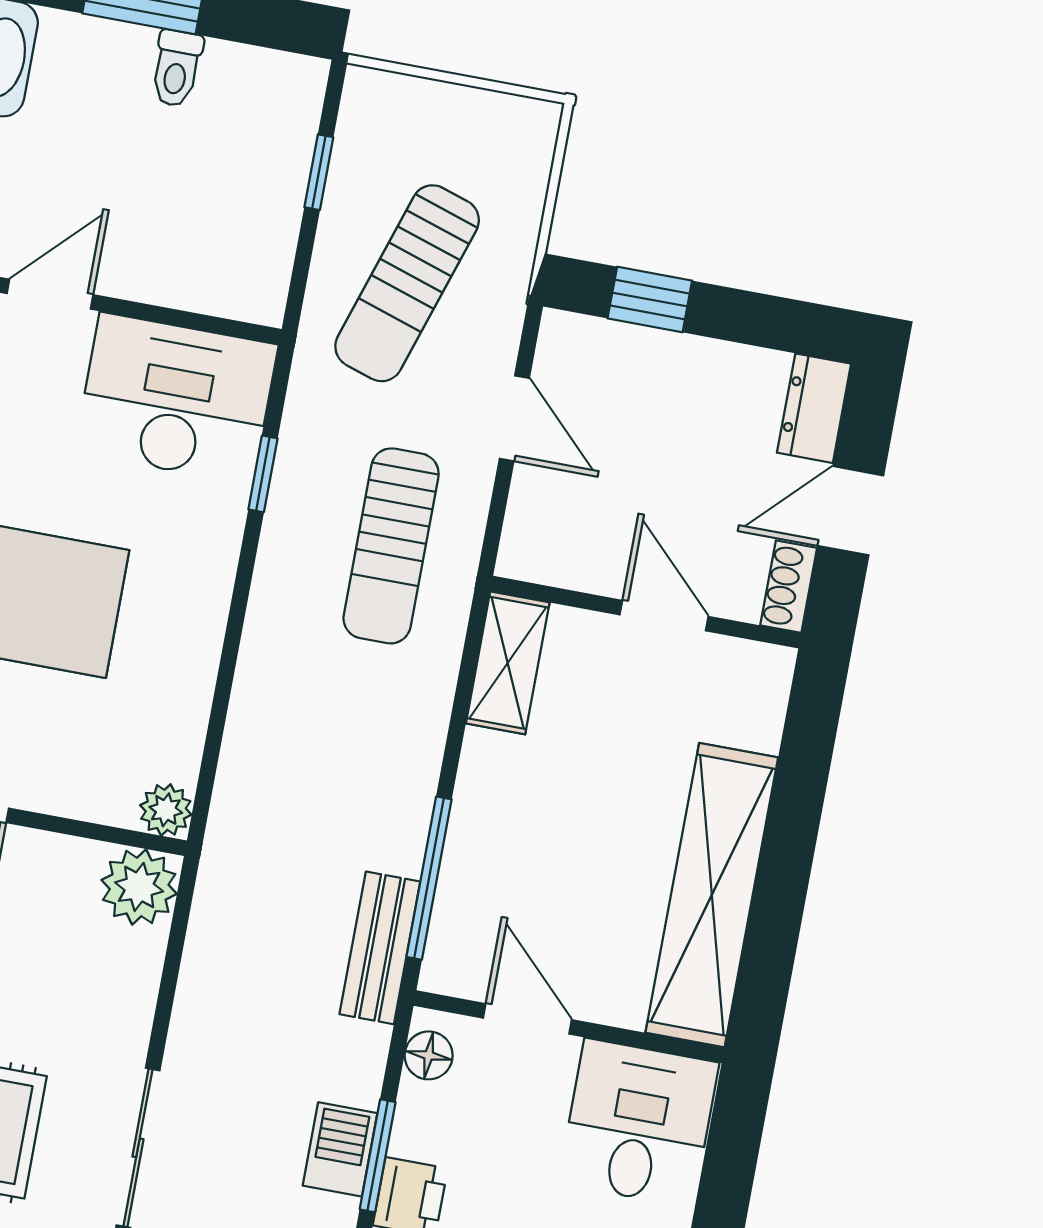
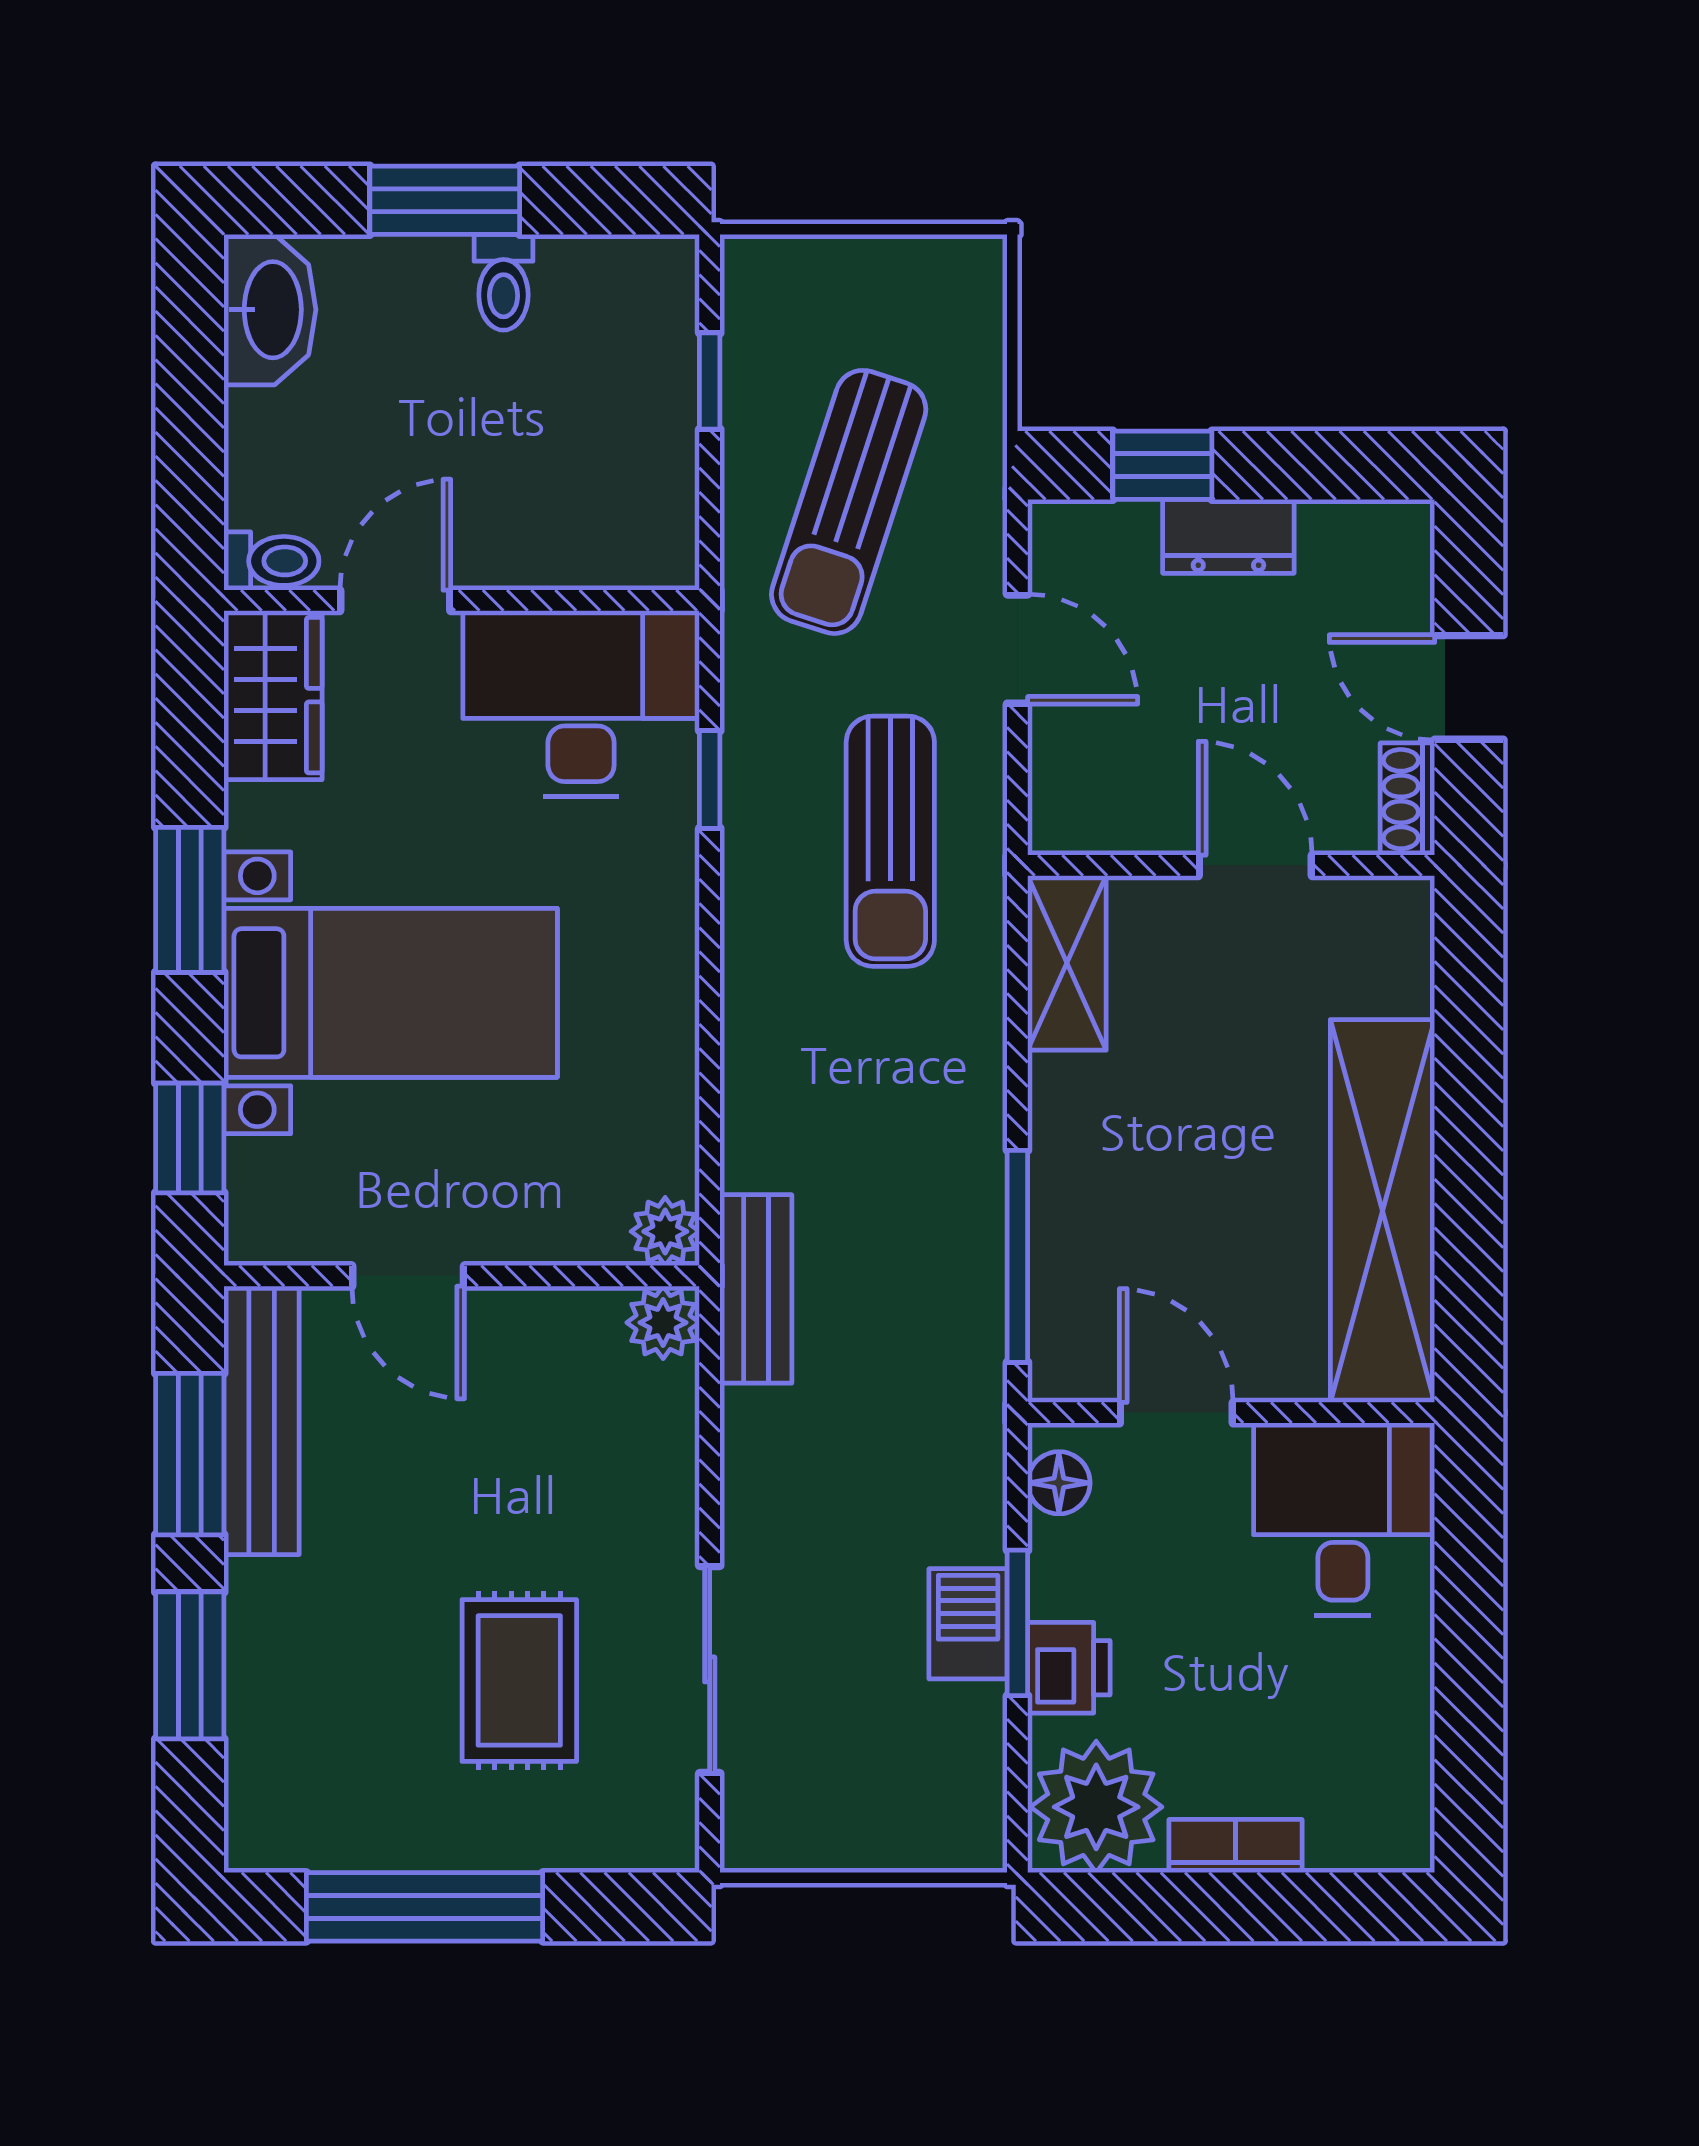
dresser: (814, 408) -> (1228, 536), moved, turned -90
door: (851, 511) -> (1469, 687), hinge flipped
plant: (139, 887) -> (663, 1323), width x0.73, depth x0.73
bench: (380, 948) -> (756, 1289), moved

